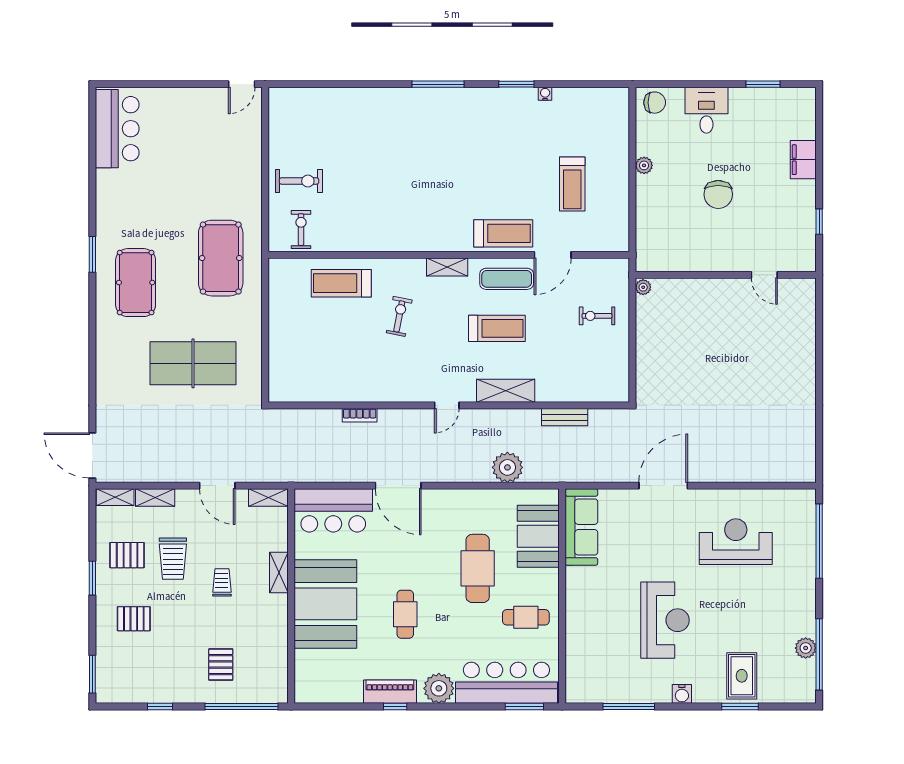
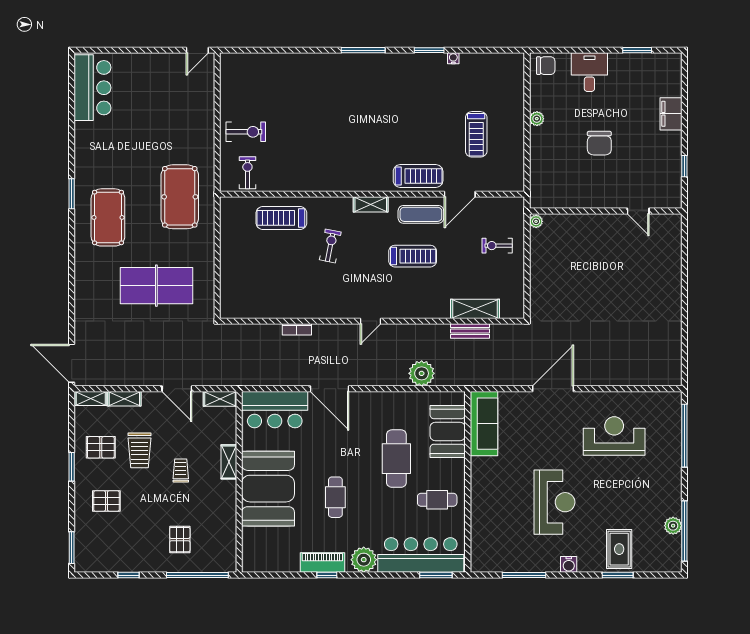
shelving: (506, 391) -> (475, 309), moved

